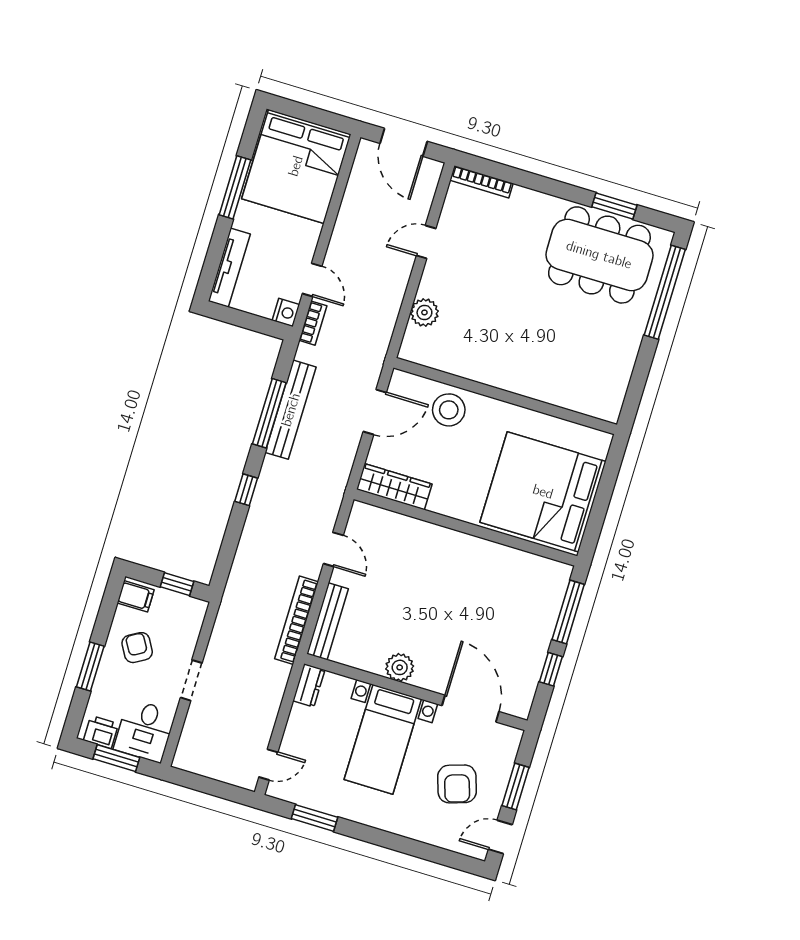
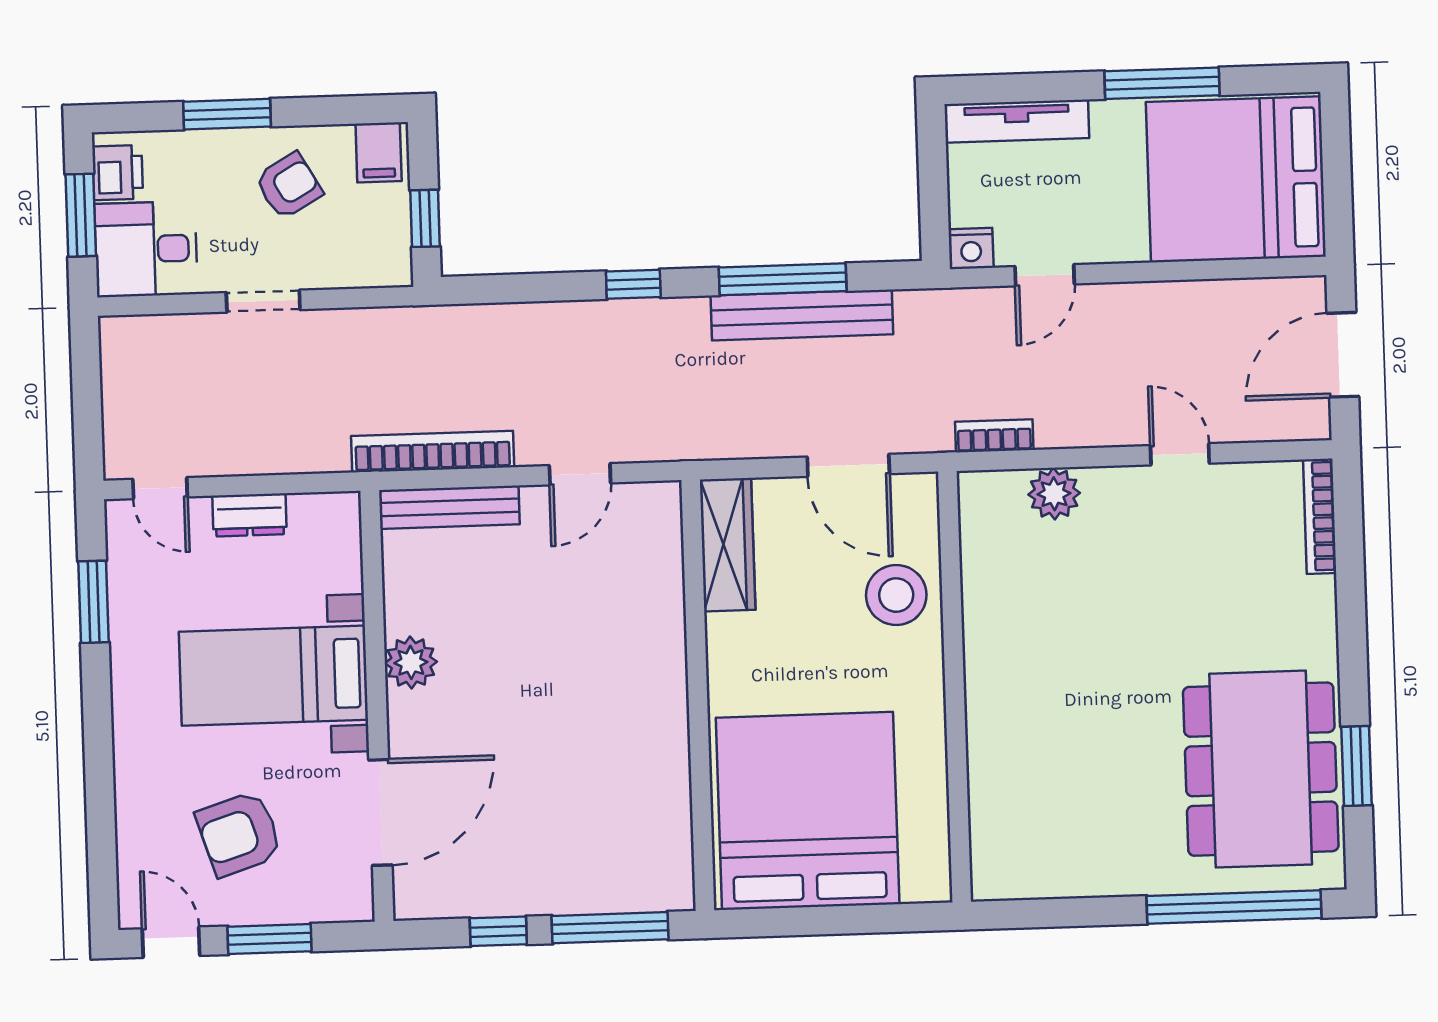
bookcase: (313, 323) -> (994, 436), moved, turned 180
dresser: (309, 685) -> (250, 515), moved

